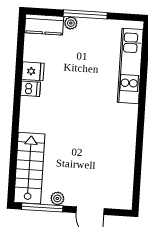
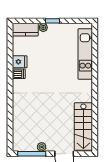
window: (85, 14) -> (53, 21), width x0.46
stairs: (29, 168) -> (83, 127), moved, turned 180

